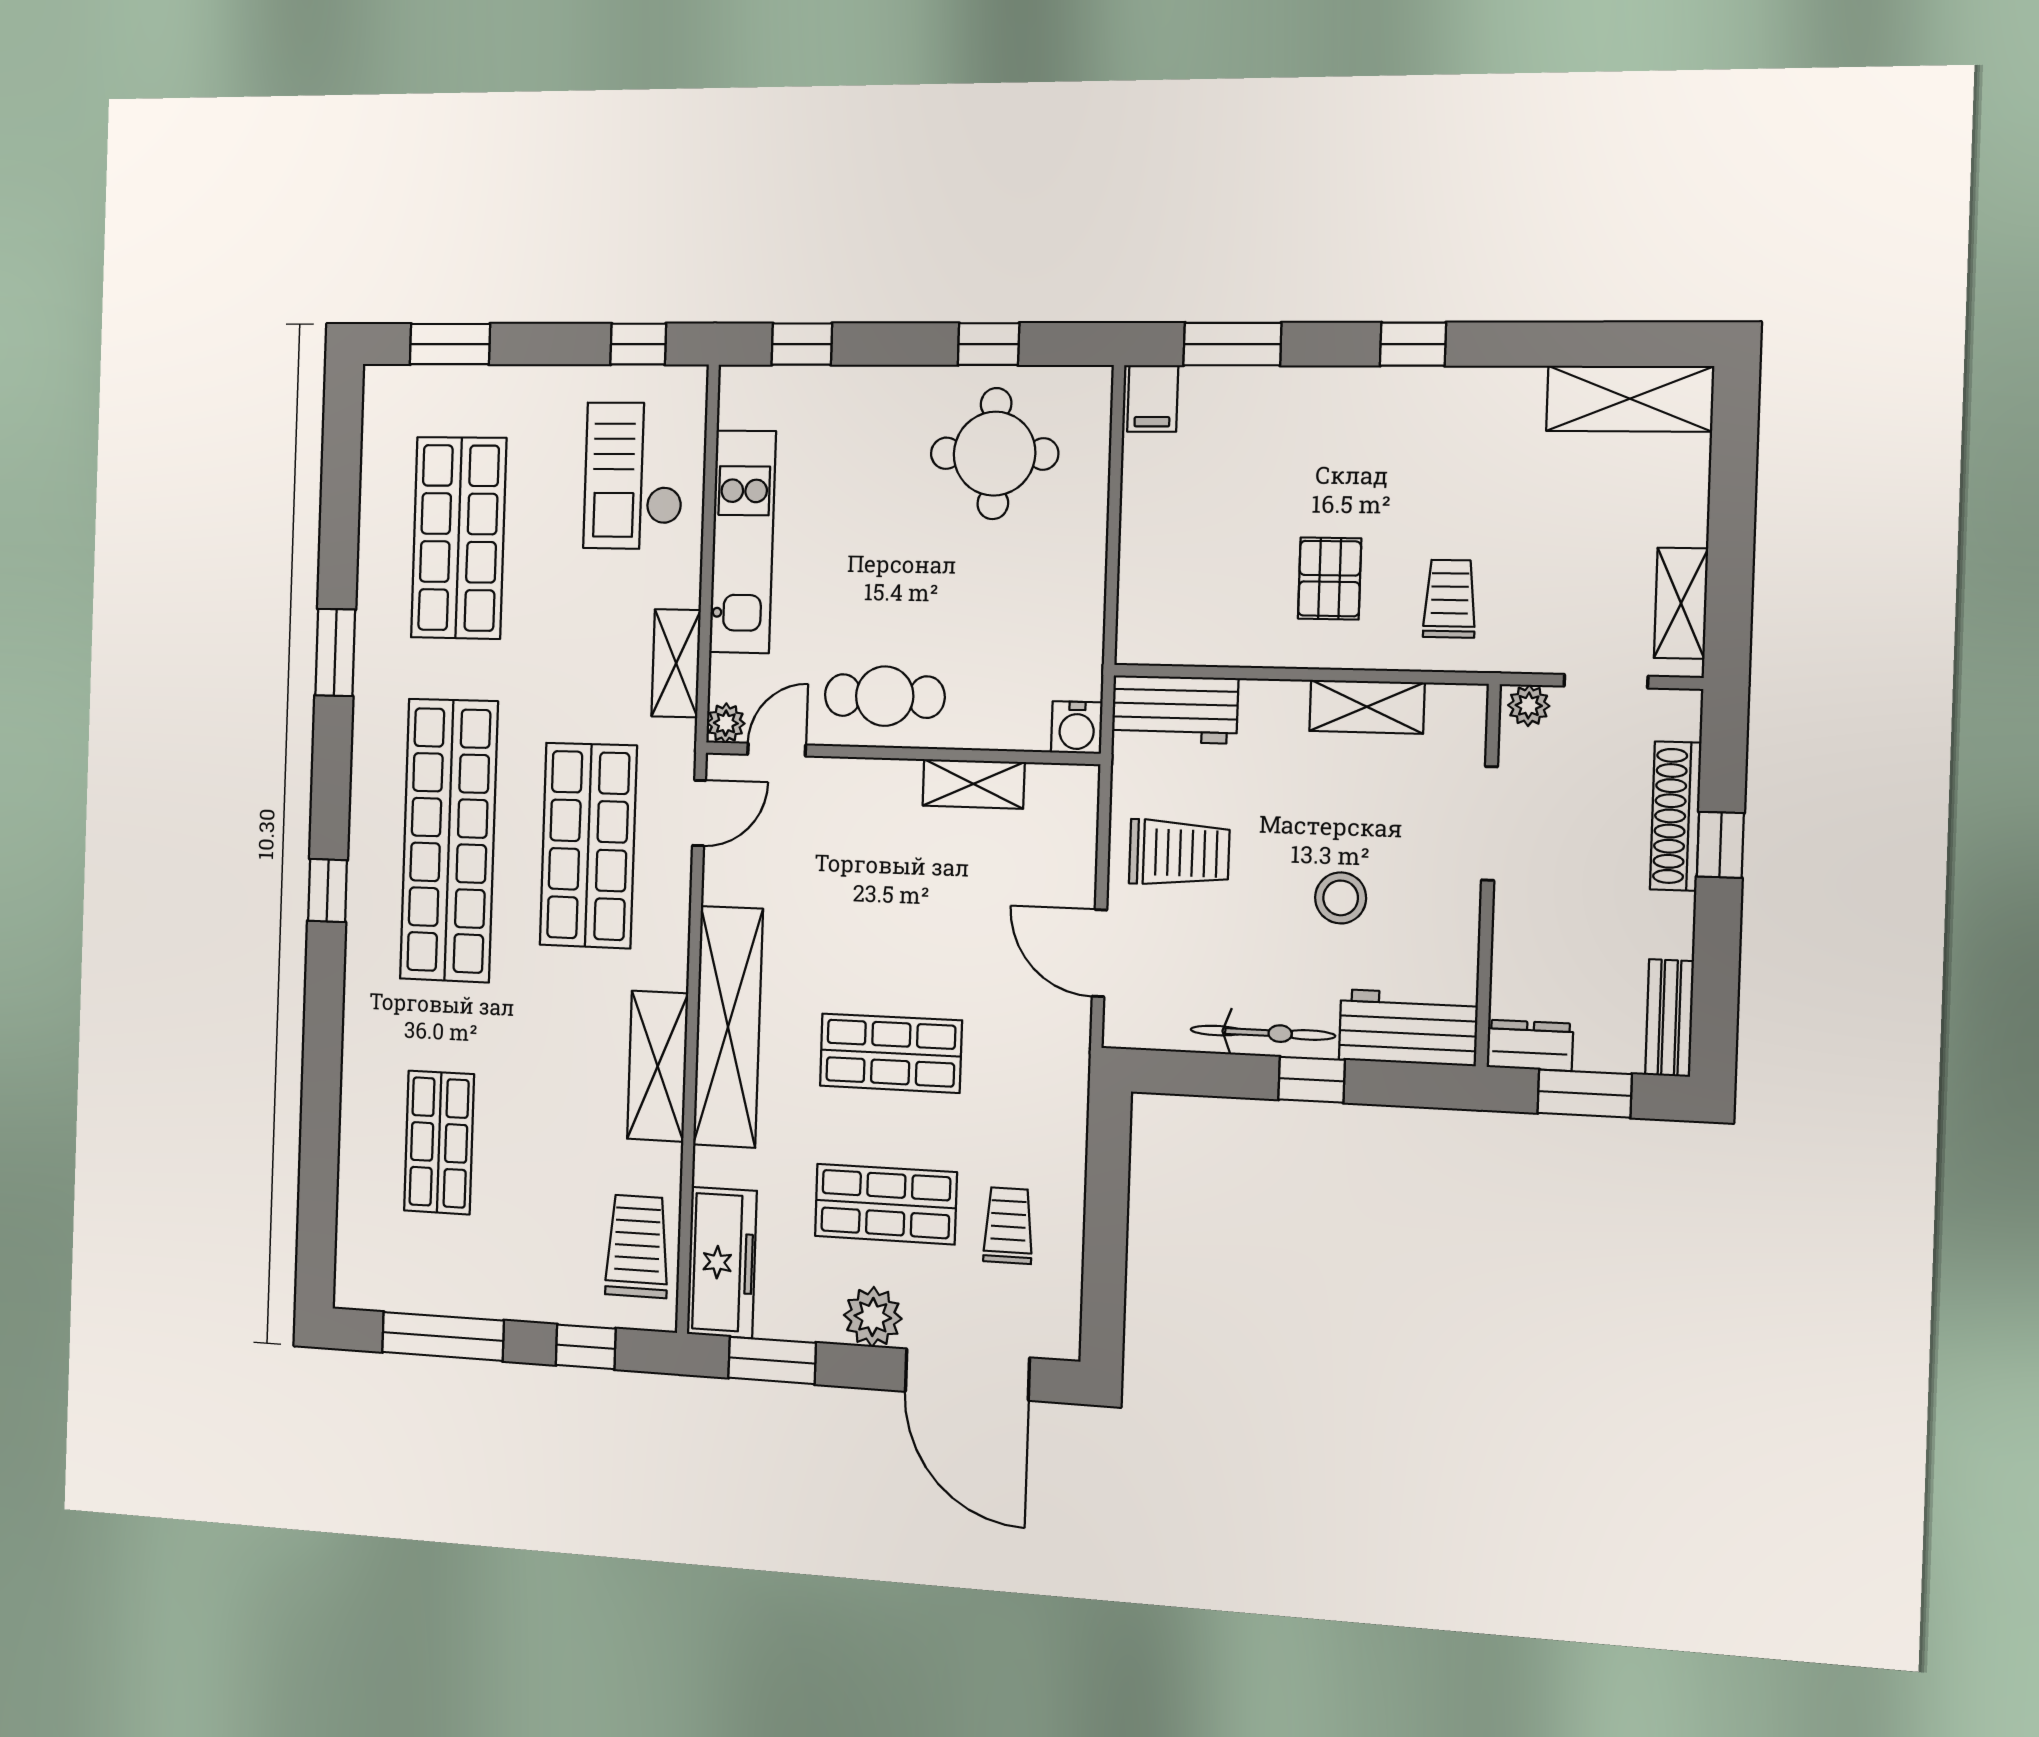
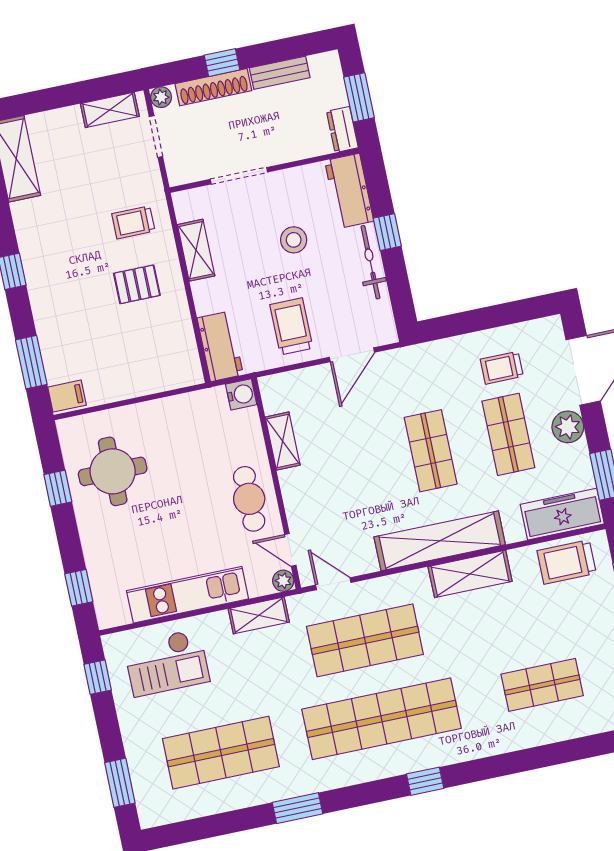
plant: (1529, 706) -> (161, 97), moved
bench: (1670, 1018) -> (280, 73), moved

